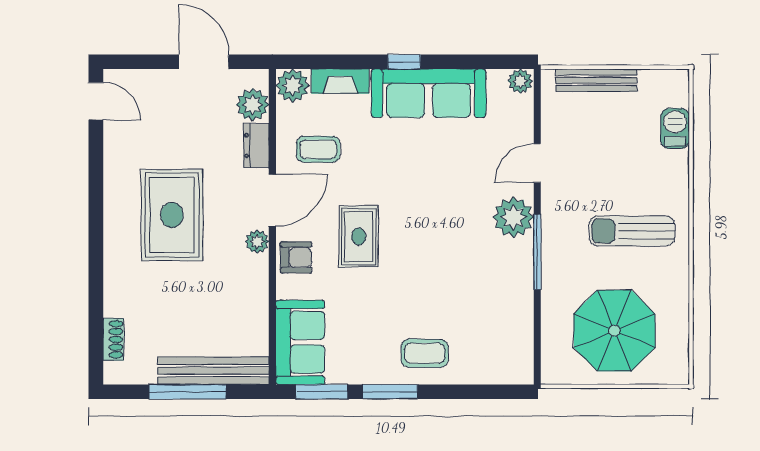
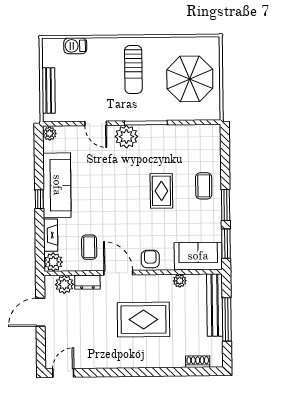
rug: (172, 215) -> (143, 320), moved
rug: (359, 237) -> (161, 191), moved, turned 90
plant: (257, 242) -> (180, 281), moved

